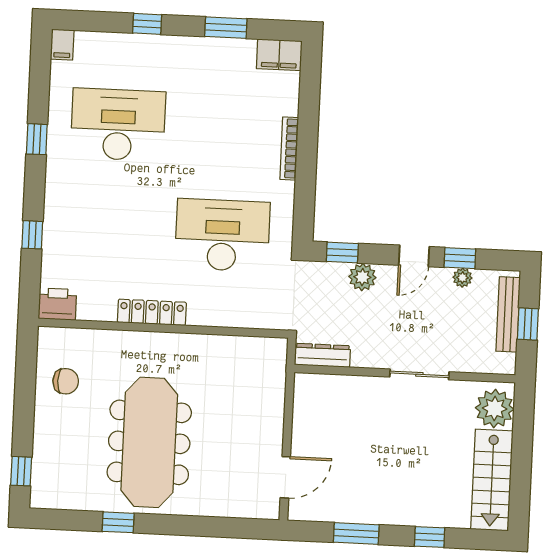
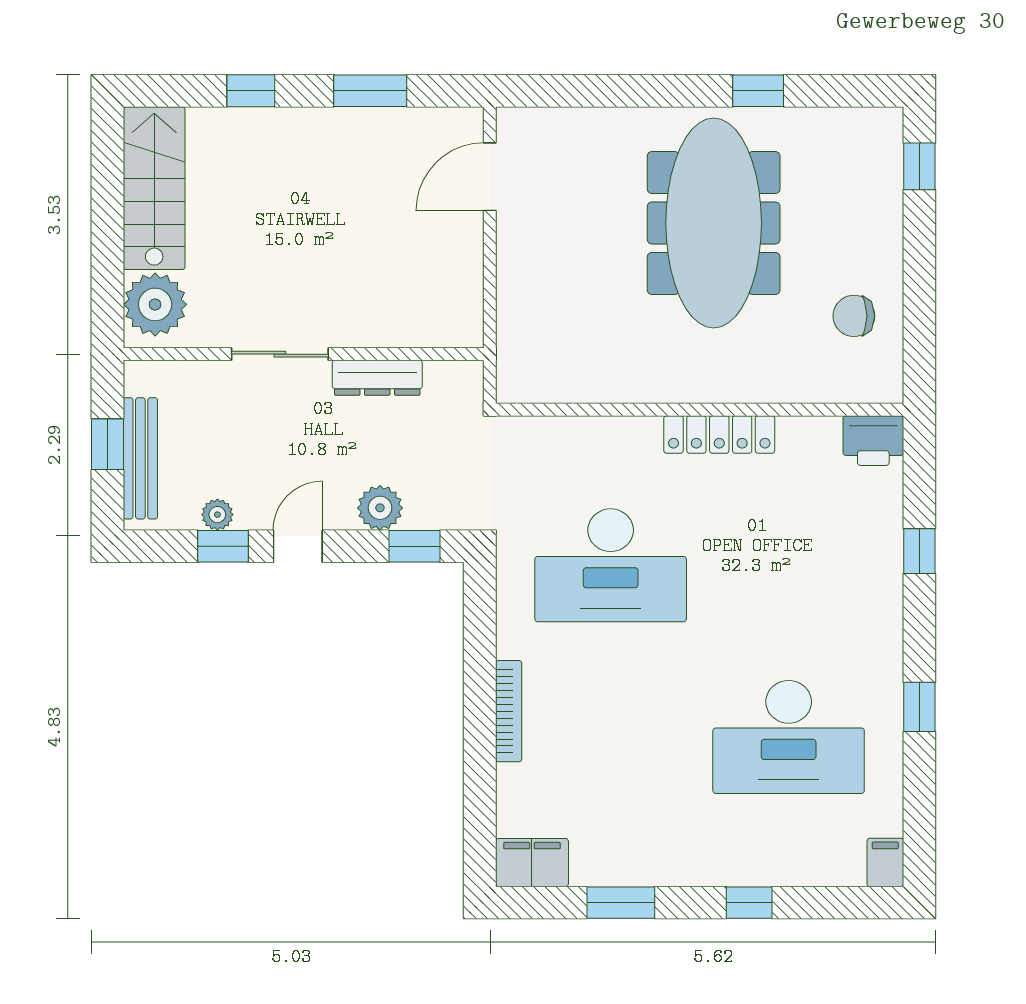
dresser: (322, 355) -> (377, 378), moved

